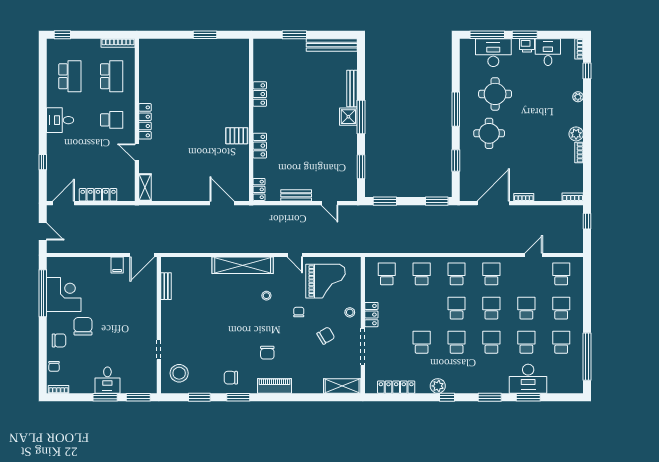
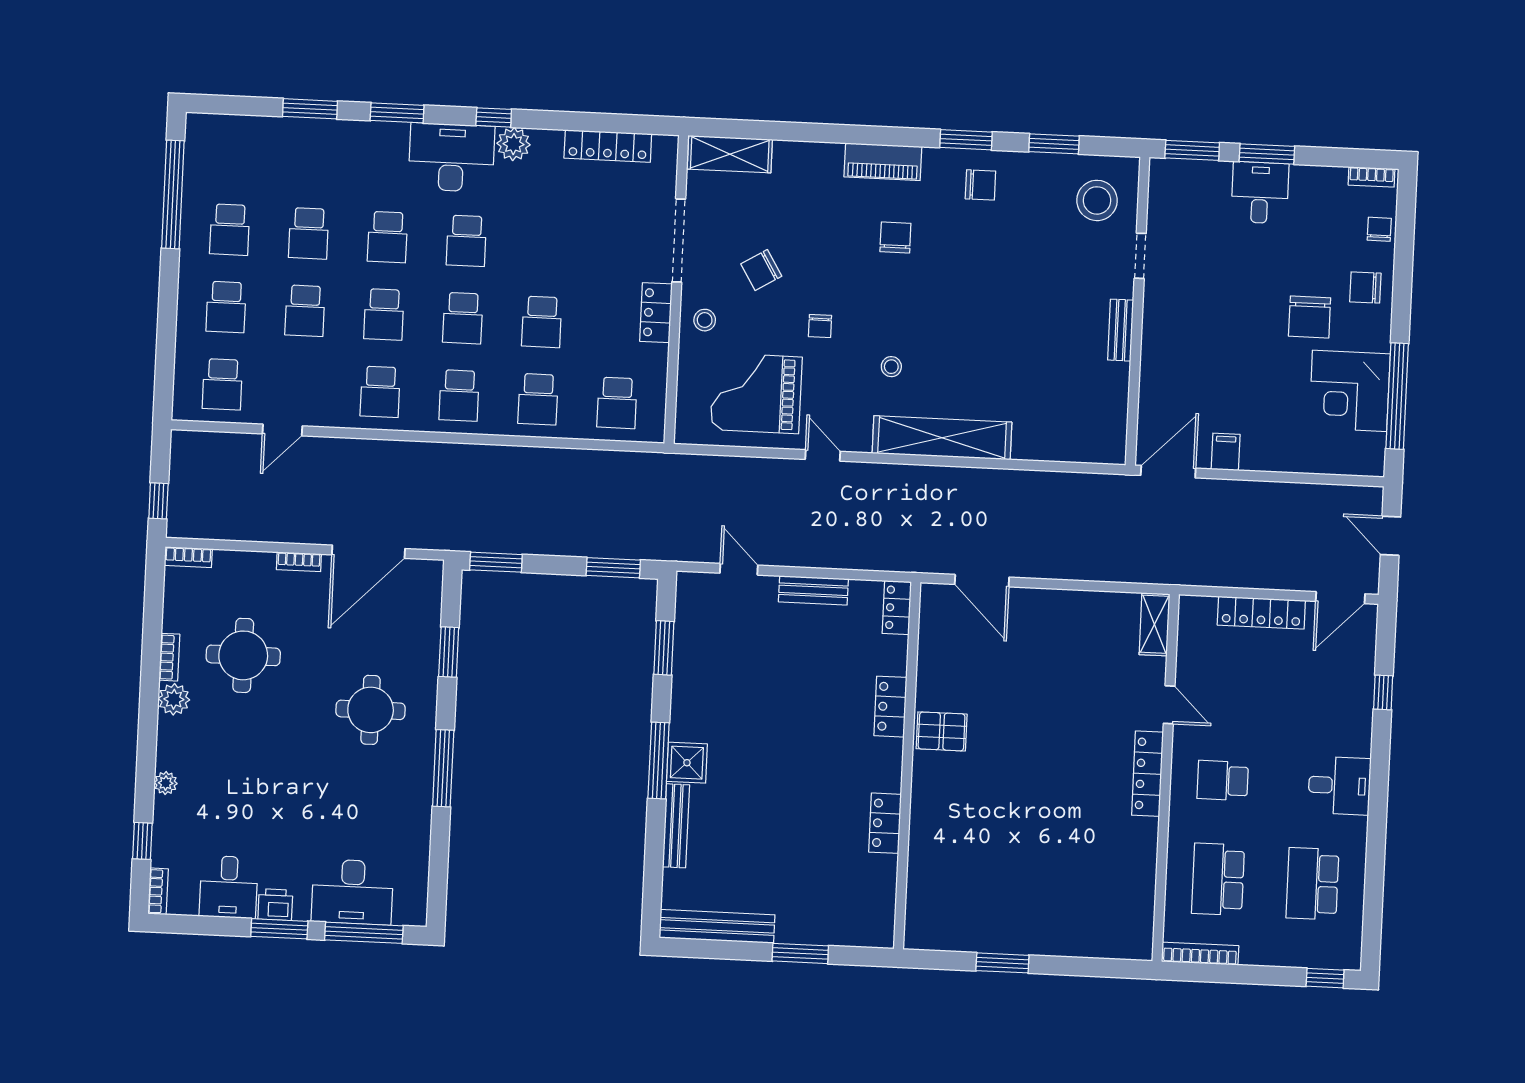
round table: (495, 94) -> (243, 655), moved
bench: (166, 286) -> (1121, 330), moved
school desk: (422, 342) -> (542, 322), moved
desk: (528, 379) -> (451, 157), moved

